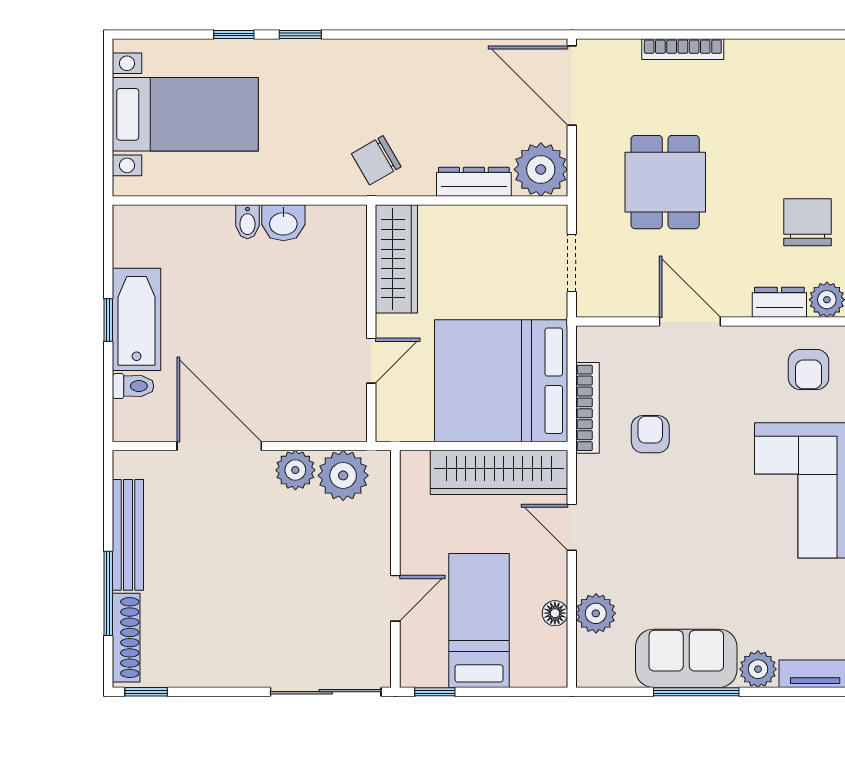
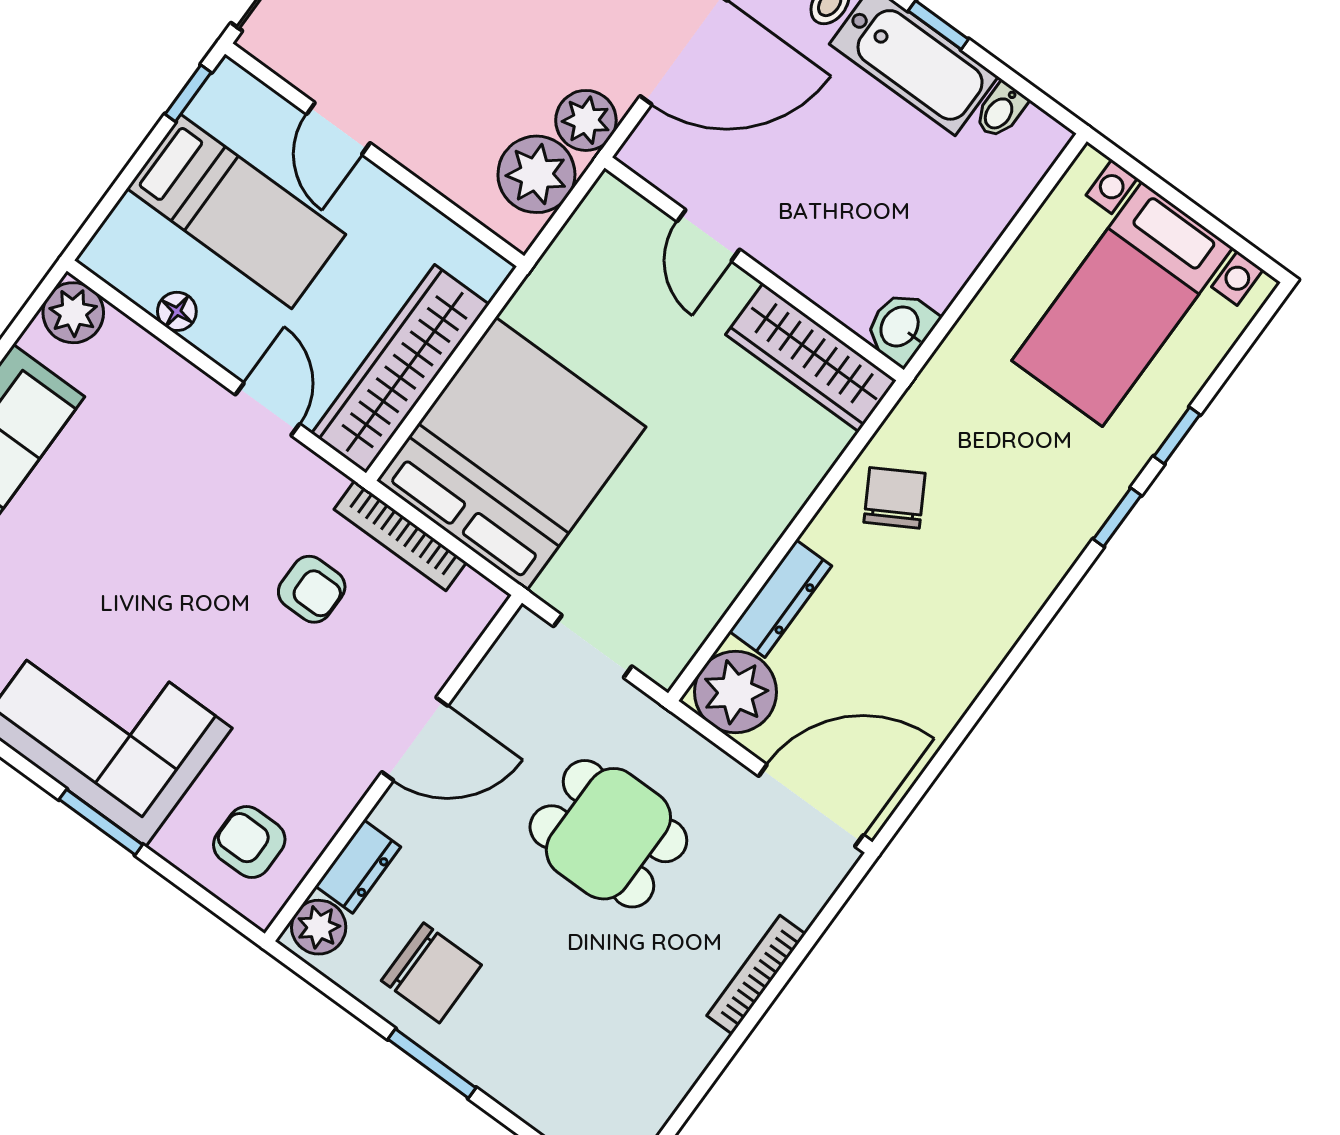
bidet: (247, 222) -> (1001, 110), moved, turned -90
wardrobe: (396, 259) -> (811, 357), moved
wall: (371, 323) -> (754, 269), moved
door: (371, 361) -> (708, 235), moved
door: (572, 527) -> (267, 409), hinge flipped
plant: (596, 613) -> (73, 313), moved

